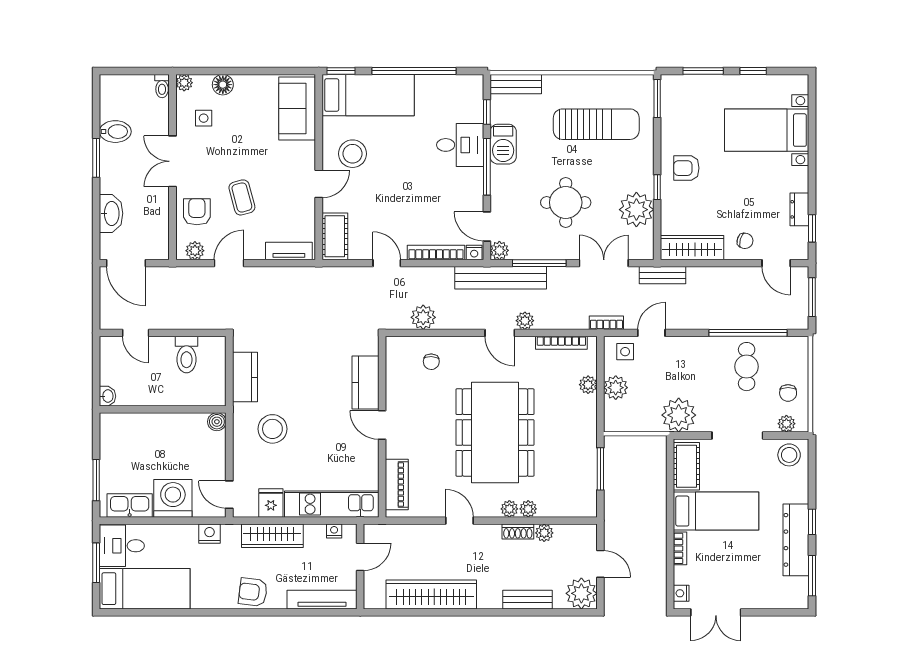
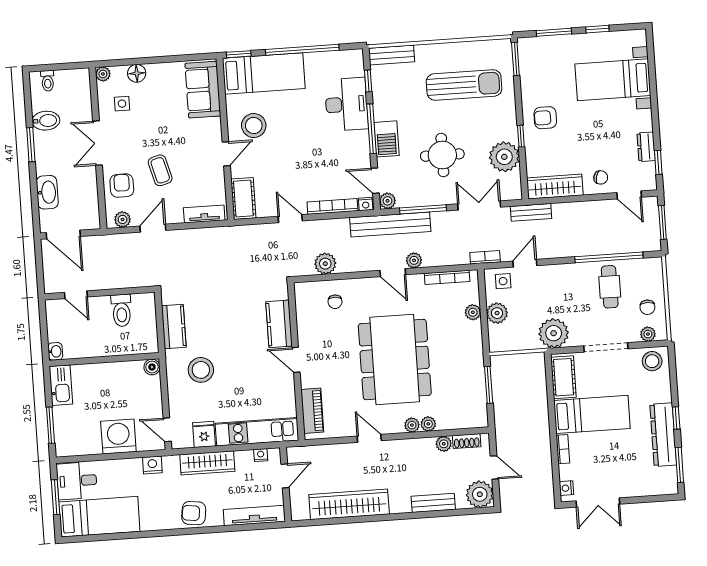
toilet: (162, 86) -> (48, 81), moved
barbecue: (503, 144) -> (386, 139), moved
desk: (460, 145) -> (346, 104), width x1.37
kitchen sink: (130, 505) -> (61, 385), moved, turned 90
shoe rack: (518, 532) -> (467, 441), moved

